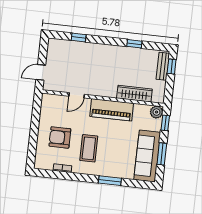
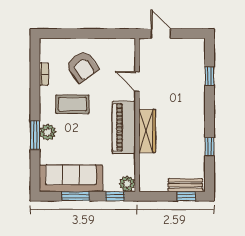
wardrobe: (134, 94) -> (147, 131), moved
armchair: (60, 137) -> (82, 67), turned 144
plant: (109, 170) -> (48, 132), added

